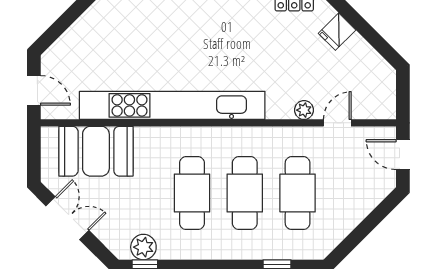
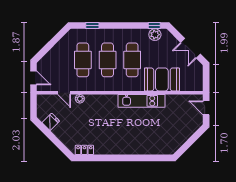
fridge: (337, 32) -> (51, 122), moved
kitchen unit: (172, 105) -> (141, 101), width x0.54
door: (337, 123) -> (64, 93), hinge flipped
booth: (96, 151) -> (162, 79), moved

